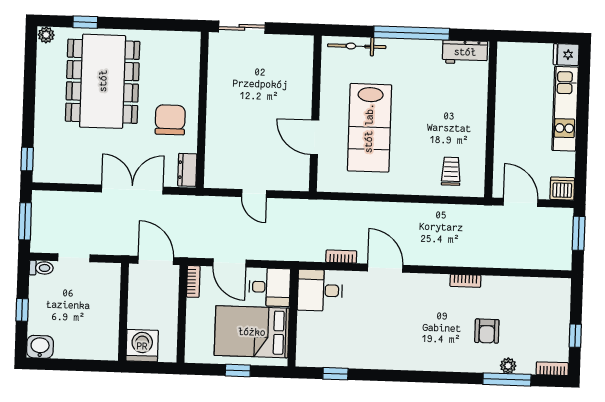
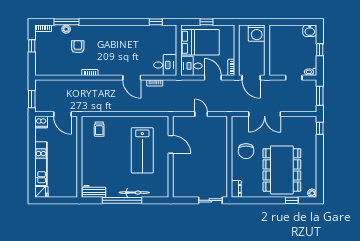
bicycle: (357, 46) -> (134, 193), moved
lab bench: (369, 128) -> (142, 150), turned 180
dresser: (187, 170) -> (236, 189), moved

